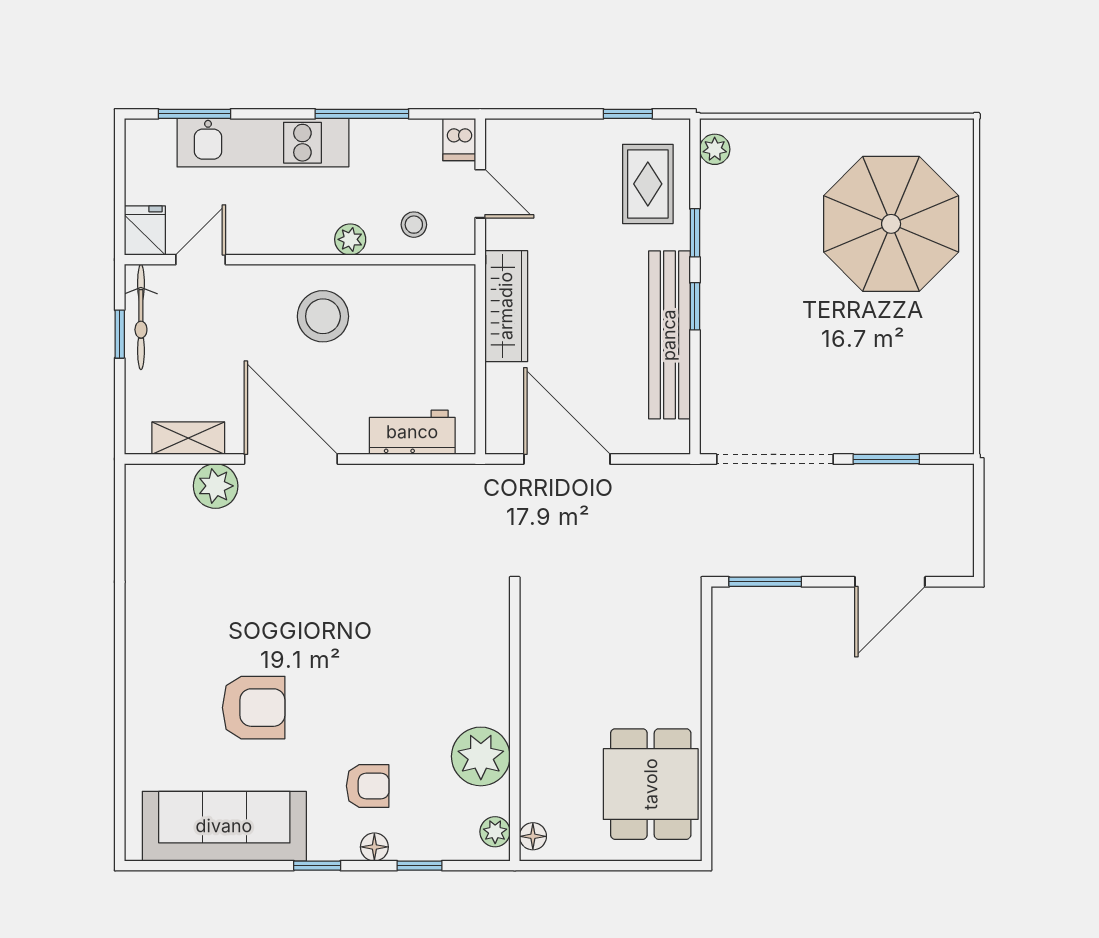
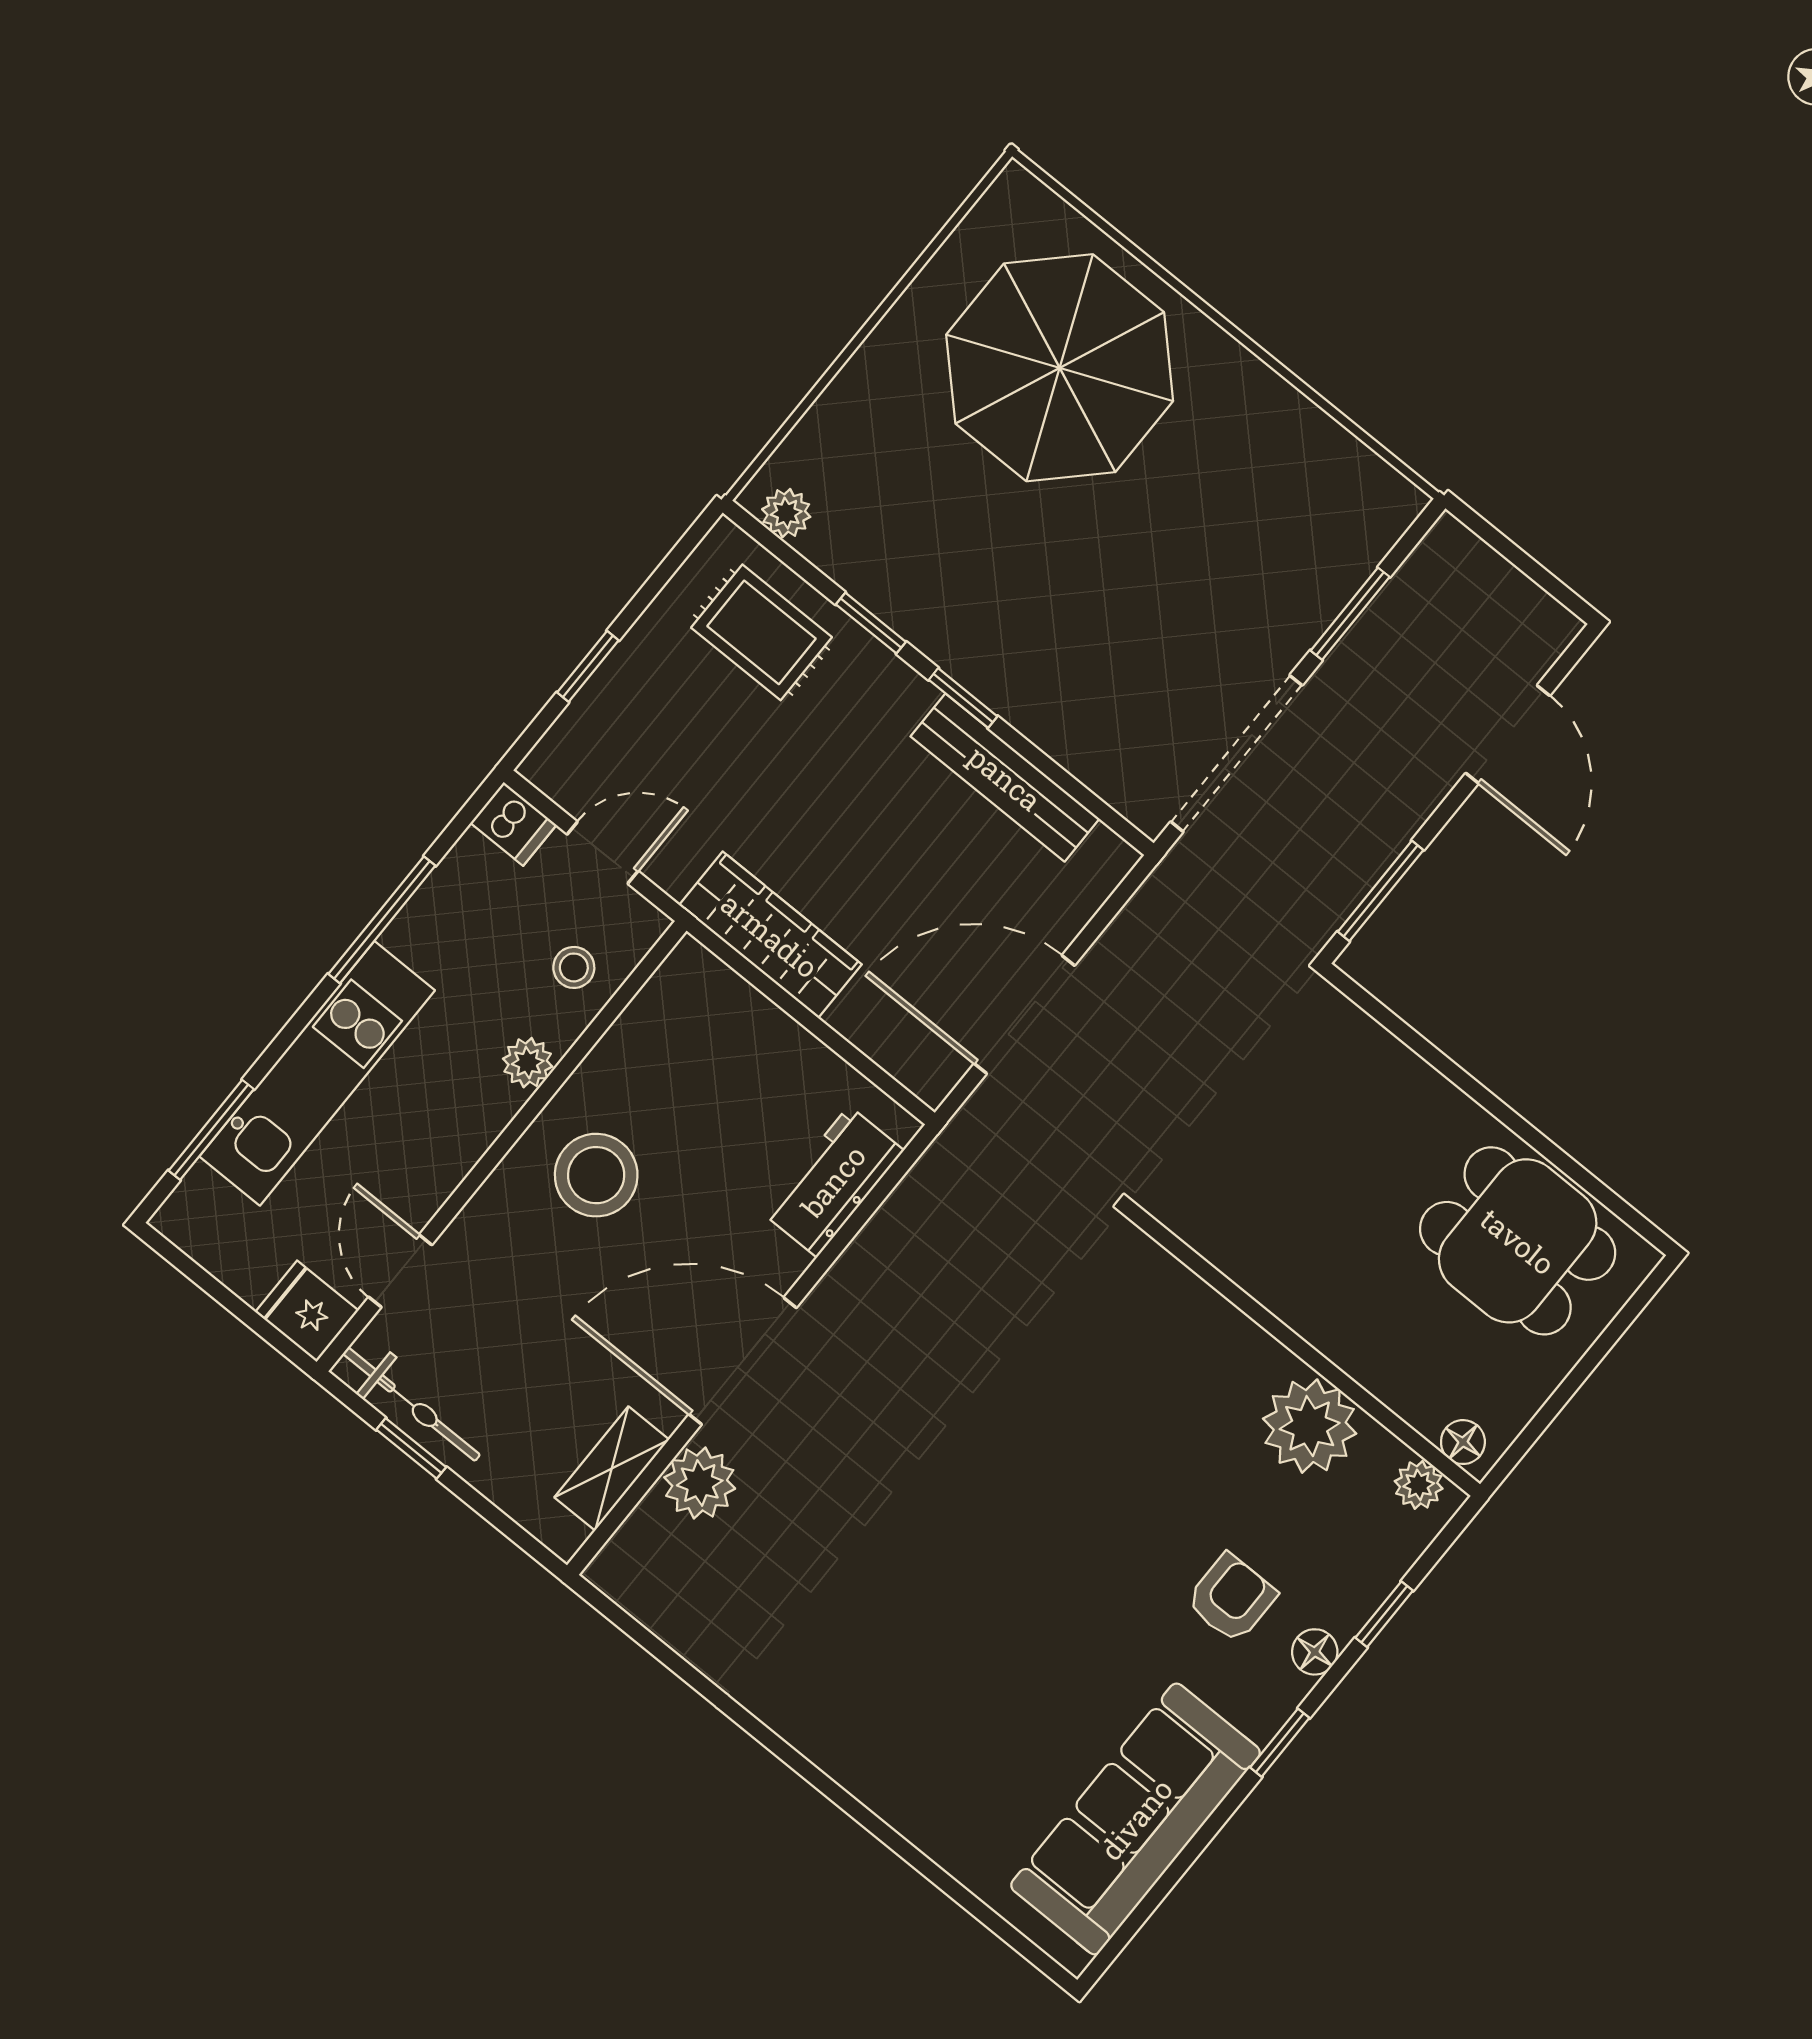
window: (628, 114) -> (588, 666), moved
bench: (669, 335) -> (1005, 778), width x0.73, depth x0.82
armchair: (254, 708) -> (1017, 1661), removed

